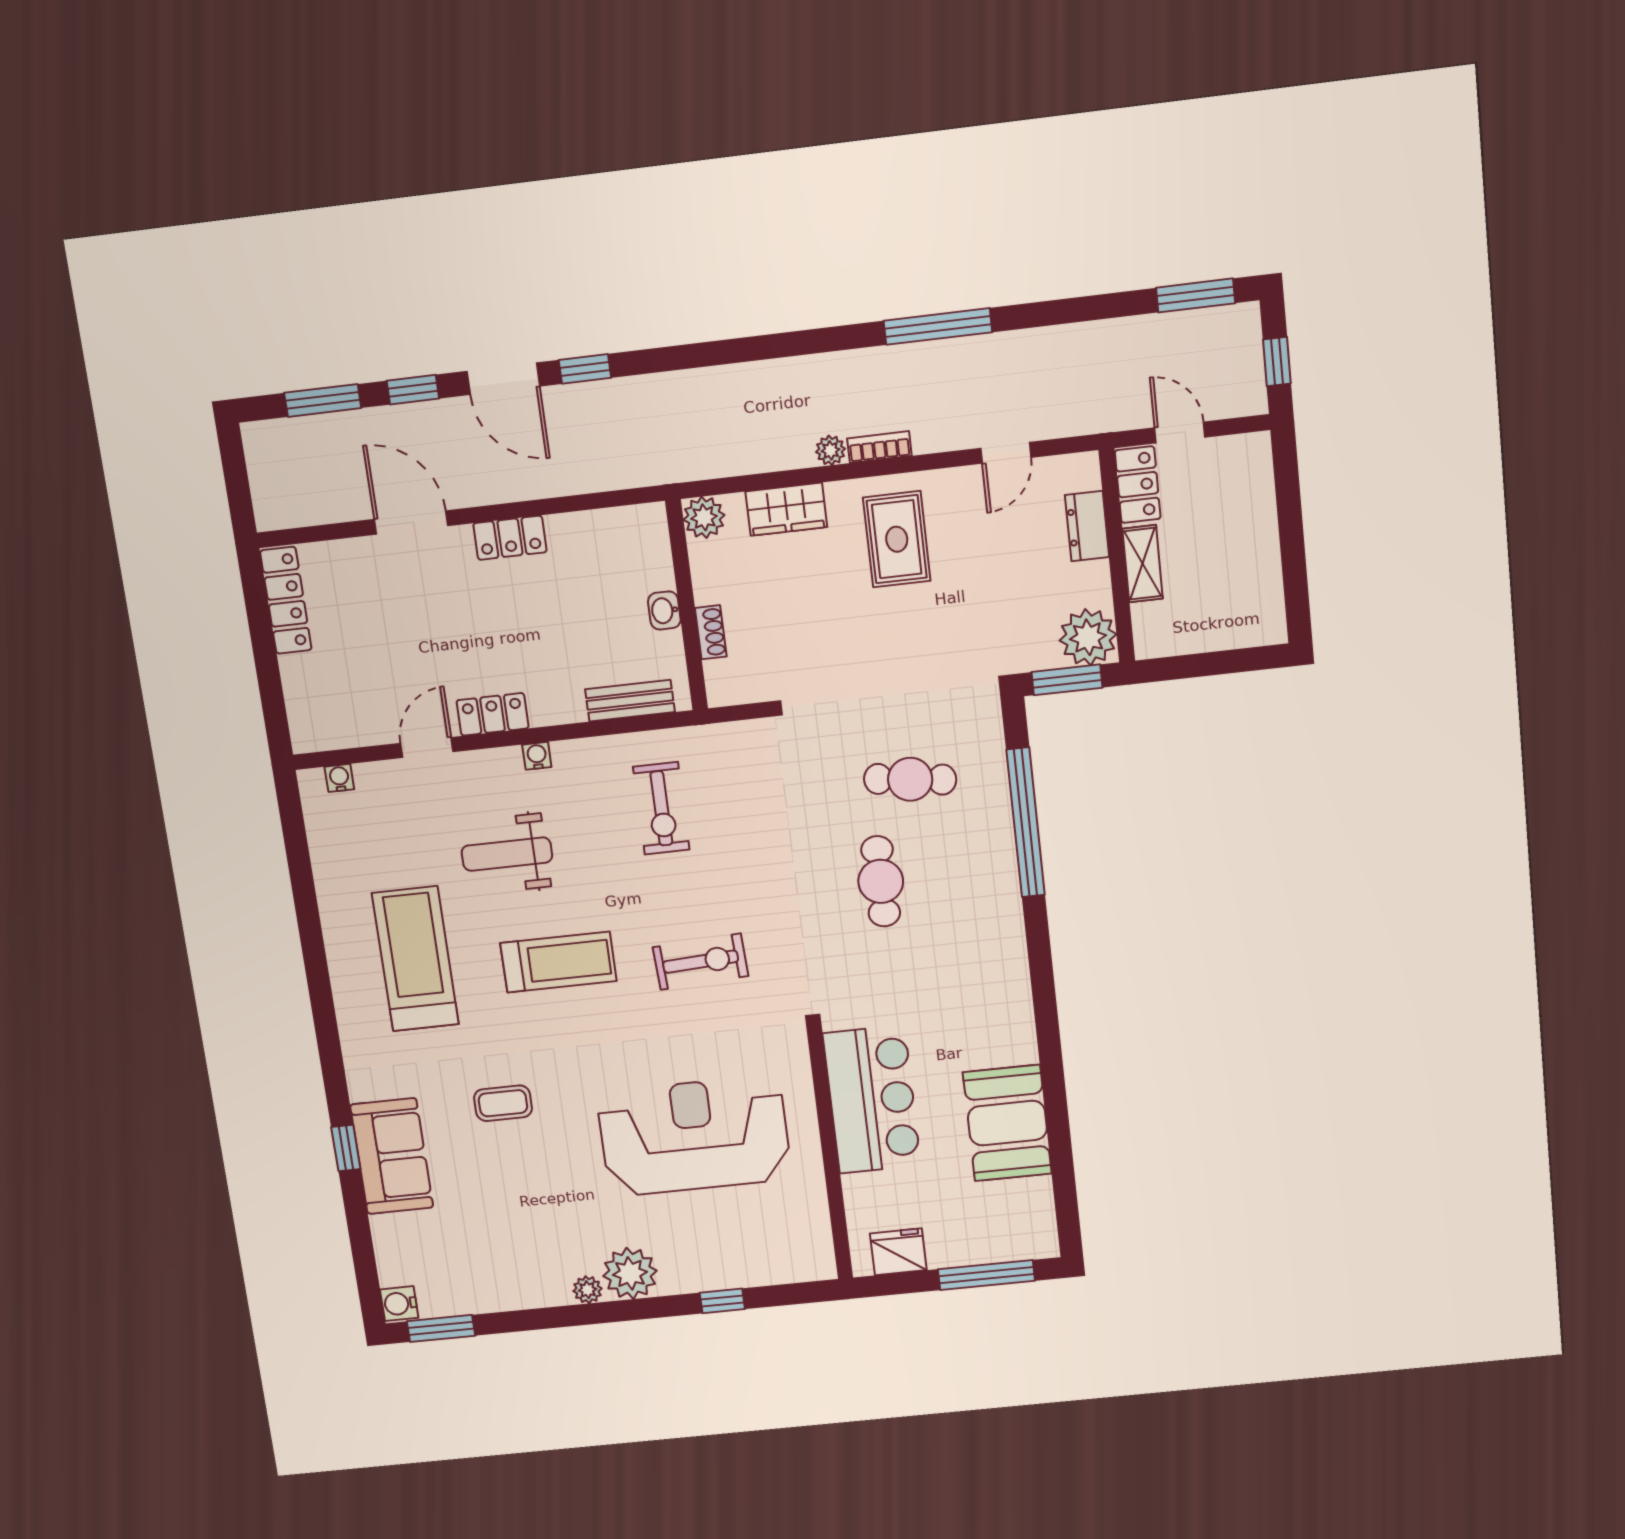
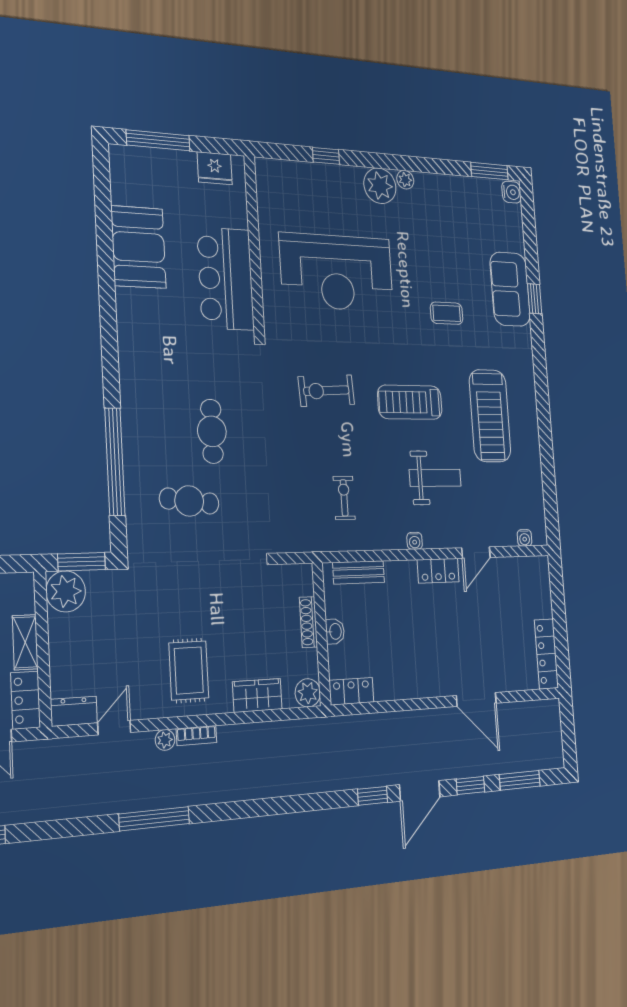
door: (503, 379) -> (420, 791), swing flipped
plant: (830, 450) -> (165, 740), moved
dresser: (1087, 526) -> (74, 711), moved, turned -90
locker: (510, 538) -> (351, 691), moved
shoe rack: (711, 632) -> (308, 622), width x1.43
exercise bike: (661, 808) -> (344, 498), width x0.73, depth x0.72

